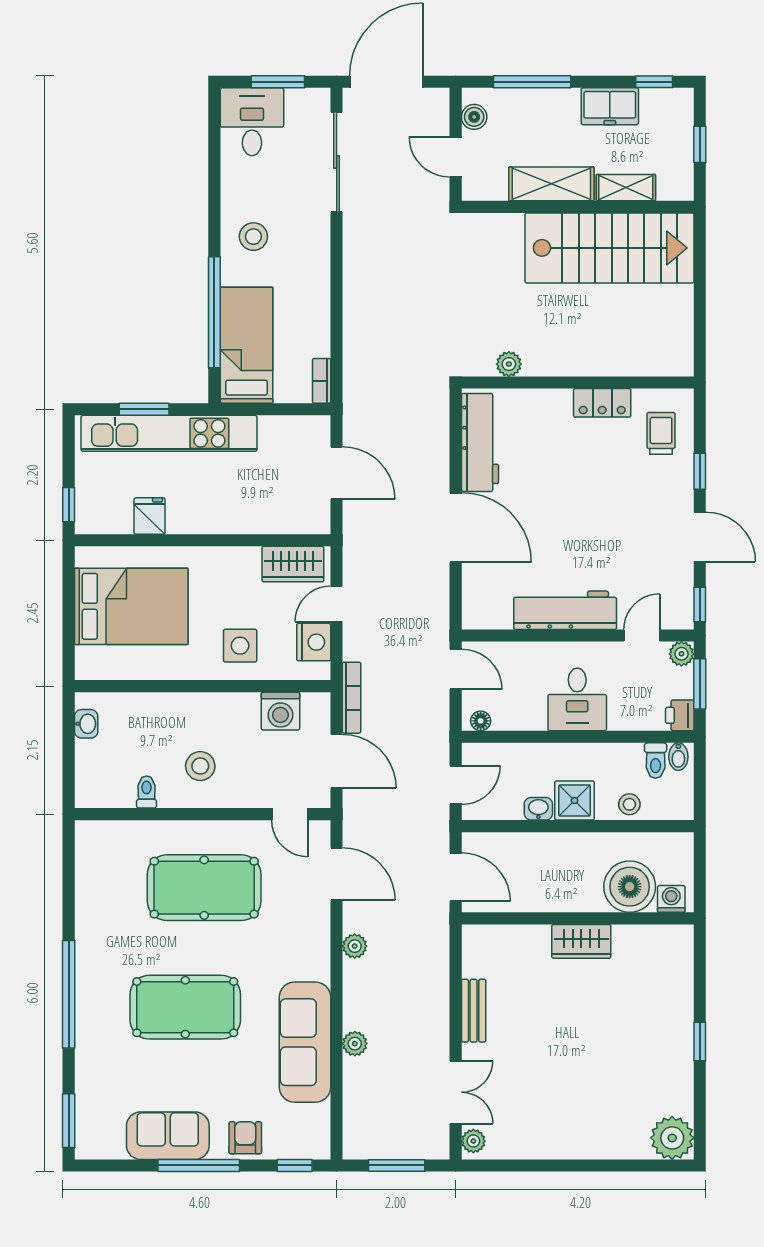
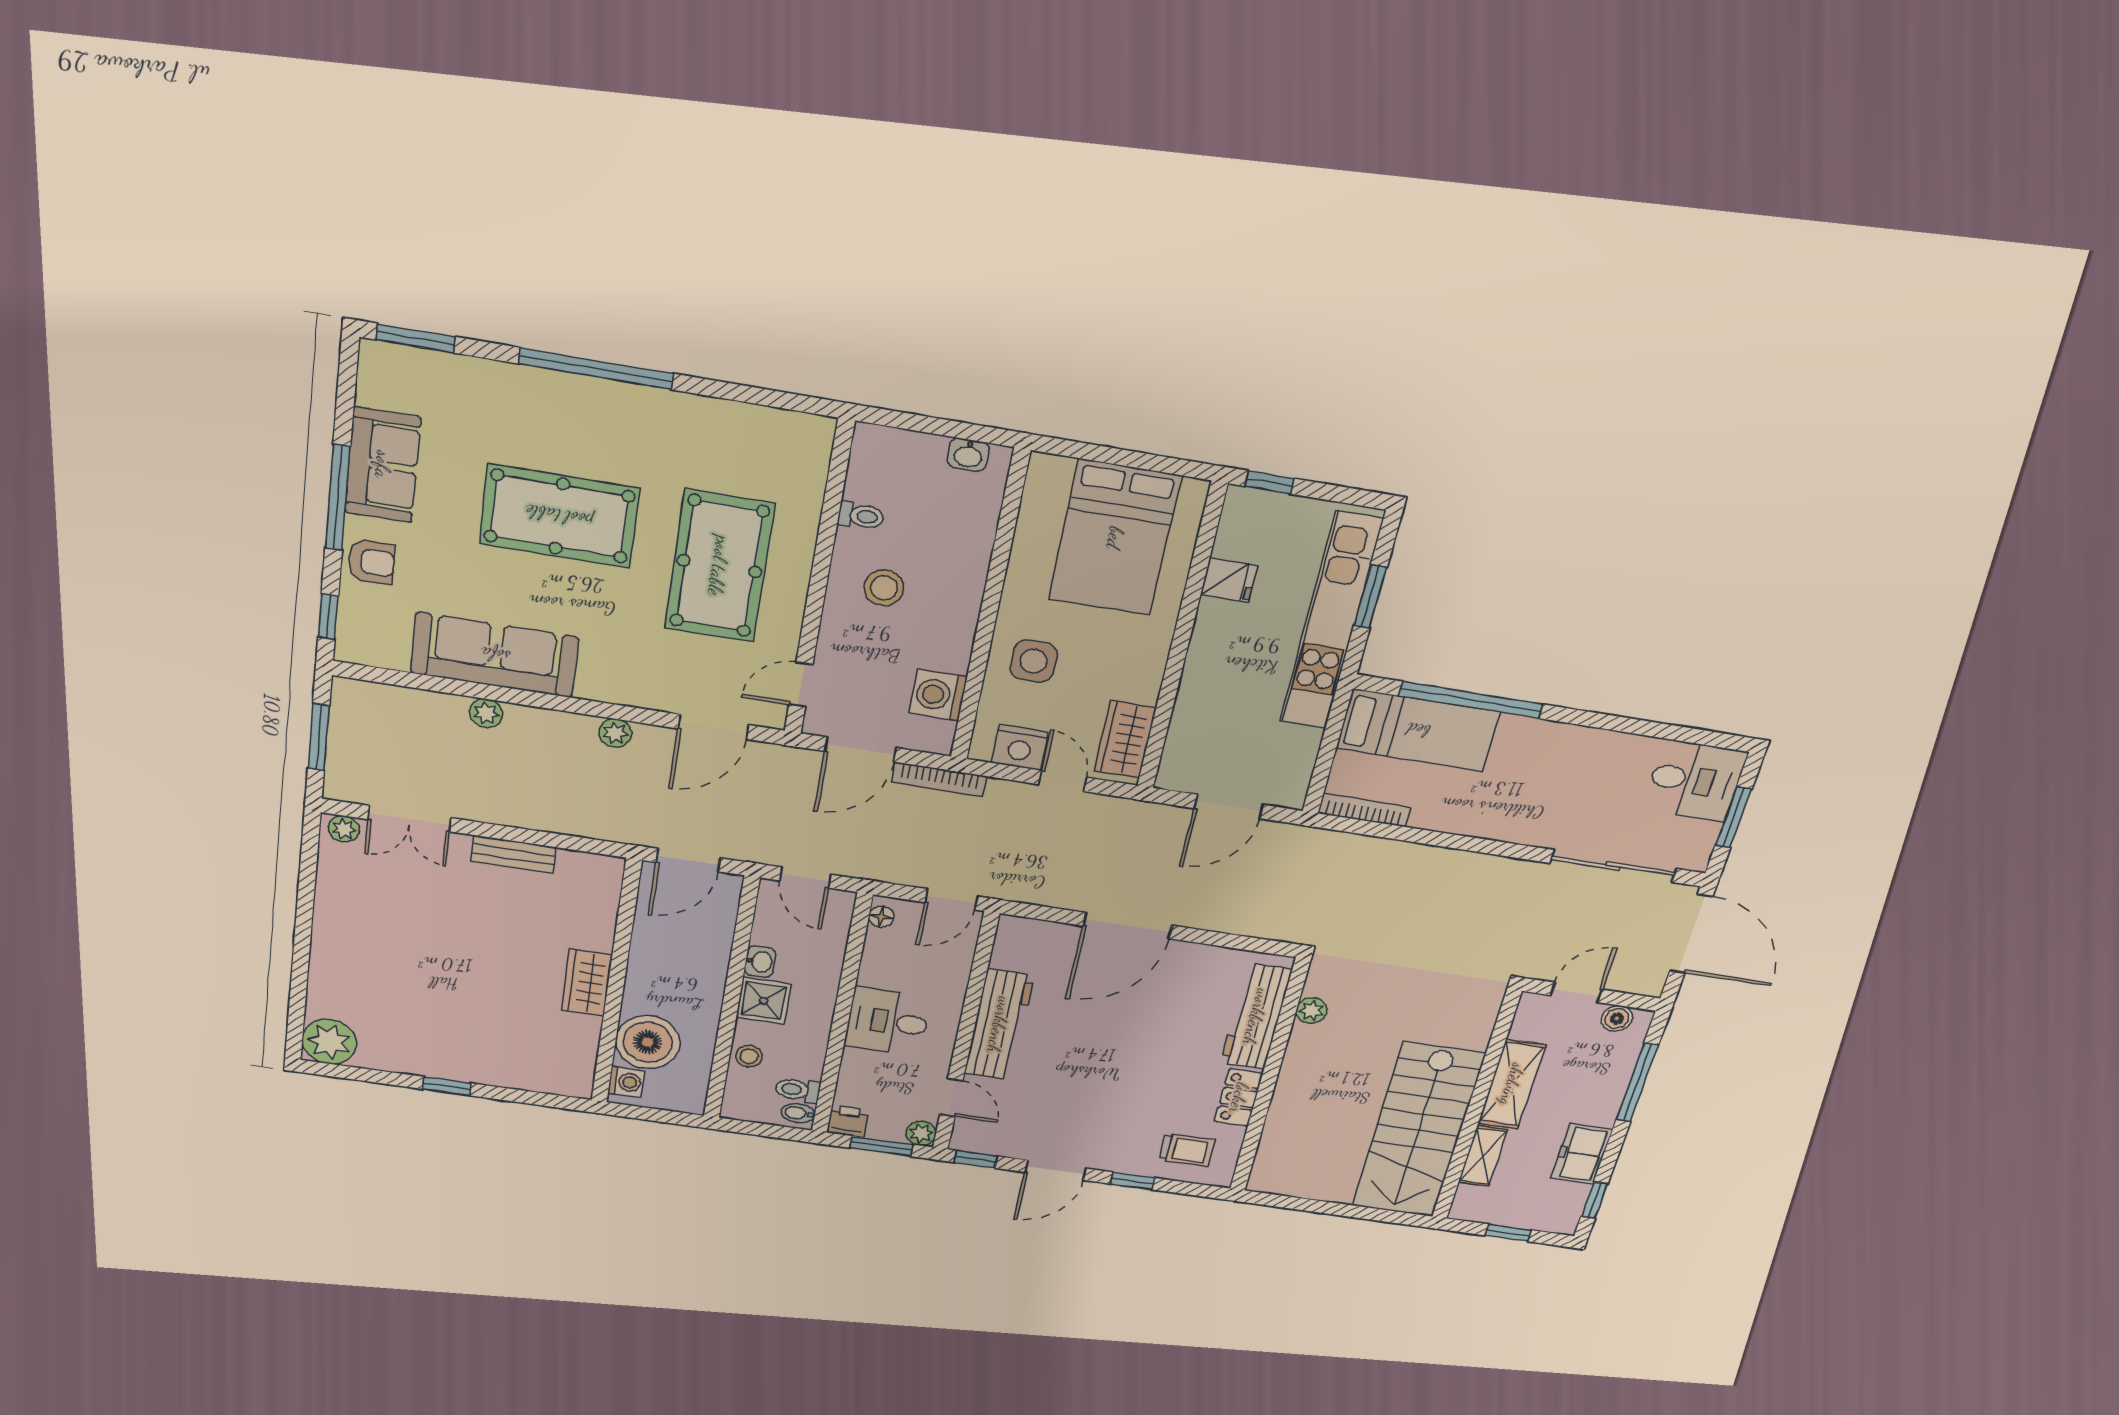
stool: (253, 237) -> (1552, 760), removed
bookcase: (322, 381) -> (1364, 810), width x1.56
workbench: (480, 442) -> (1256, 1017), moved, turned 90
pool table: (185, 1007) -> (559, 516), turned 90

